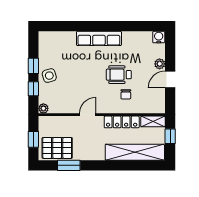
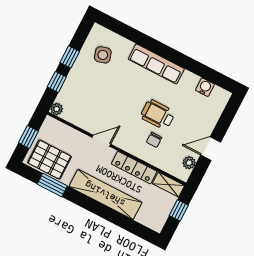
water cooler: (159, 37) -> (205, 87), moved
plant: (160, 64) -> (189, 163), moved
side table: (49, 76) -> (103, 55), moved
shelving: (135, 152) -> (105, 194), moved

